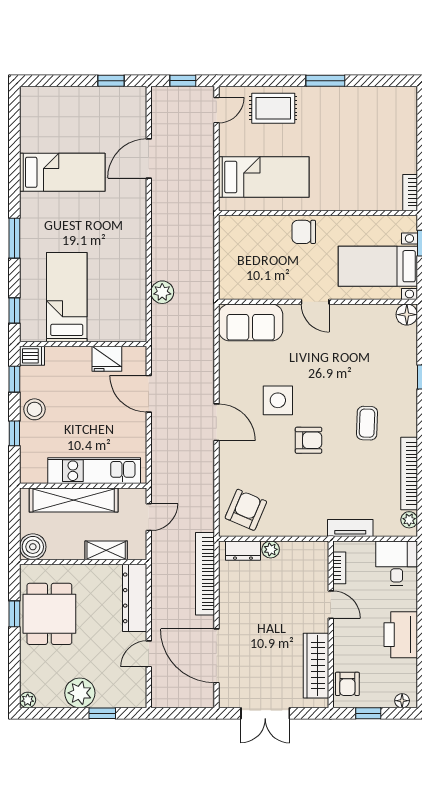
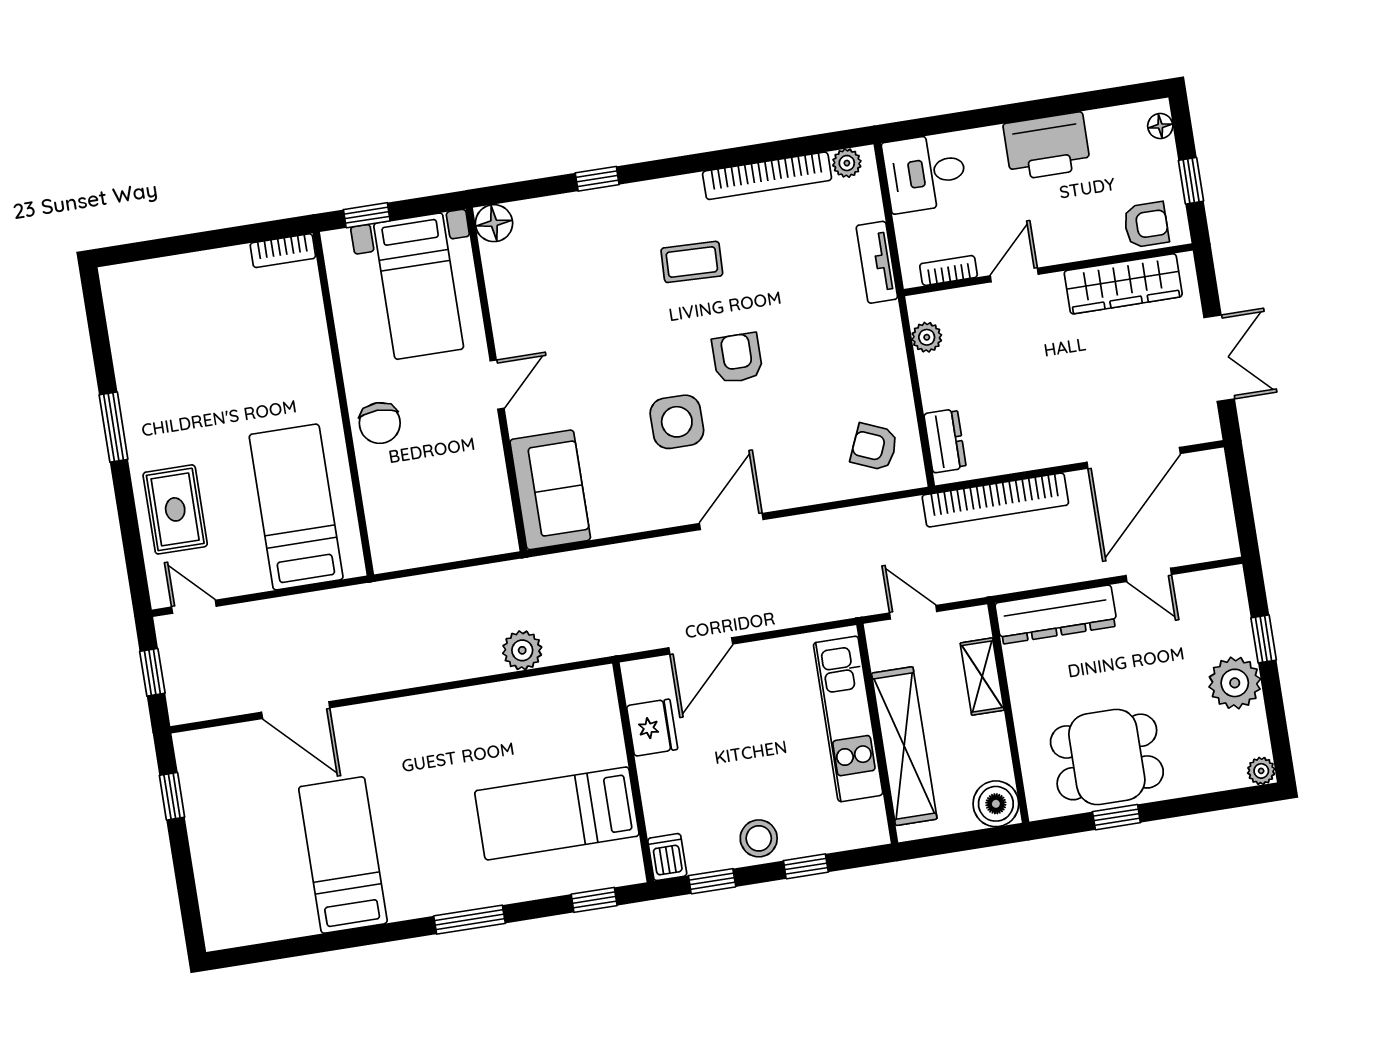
armchair: (246, 510) -> (874, 447), width x0.72, depth x0.72
plant: (271, 549) -> (927, 337), moved

